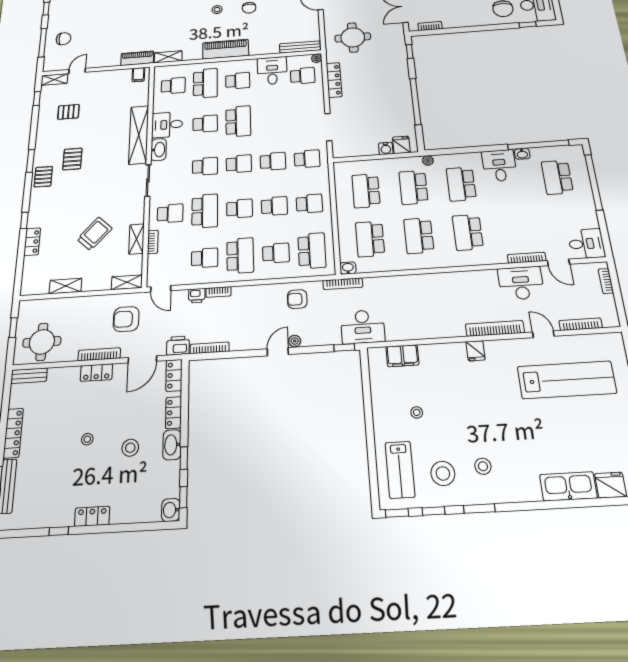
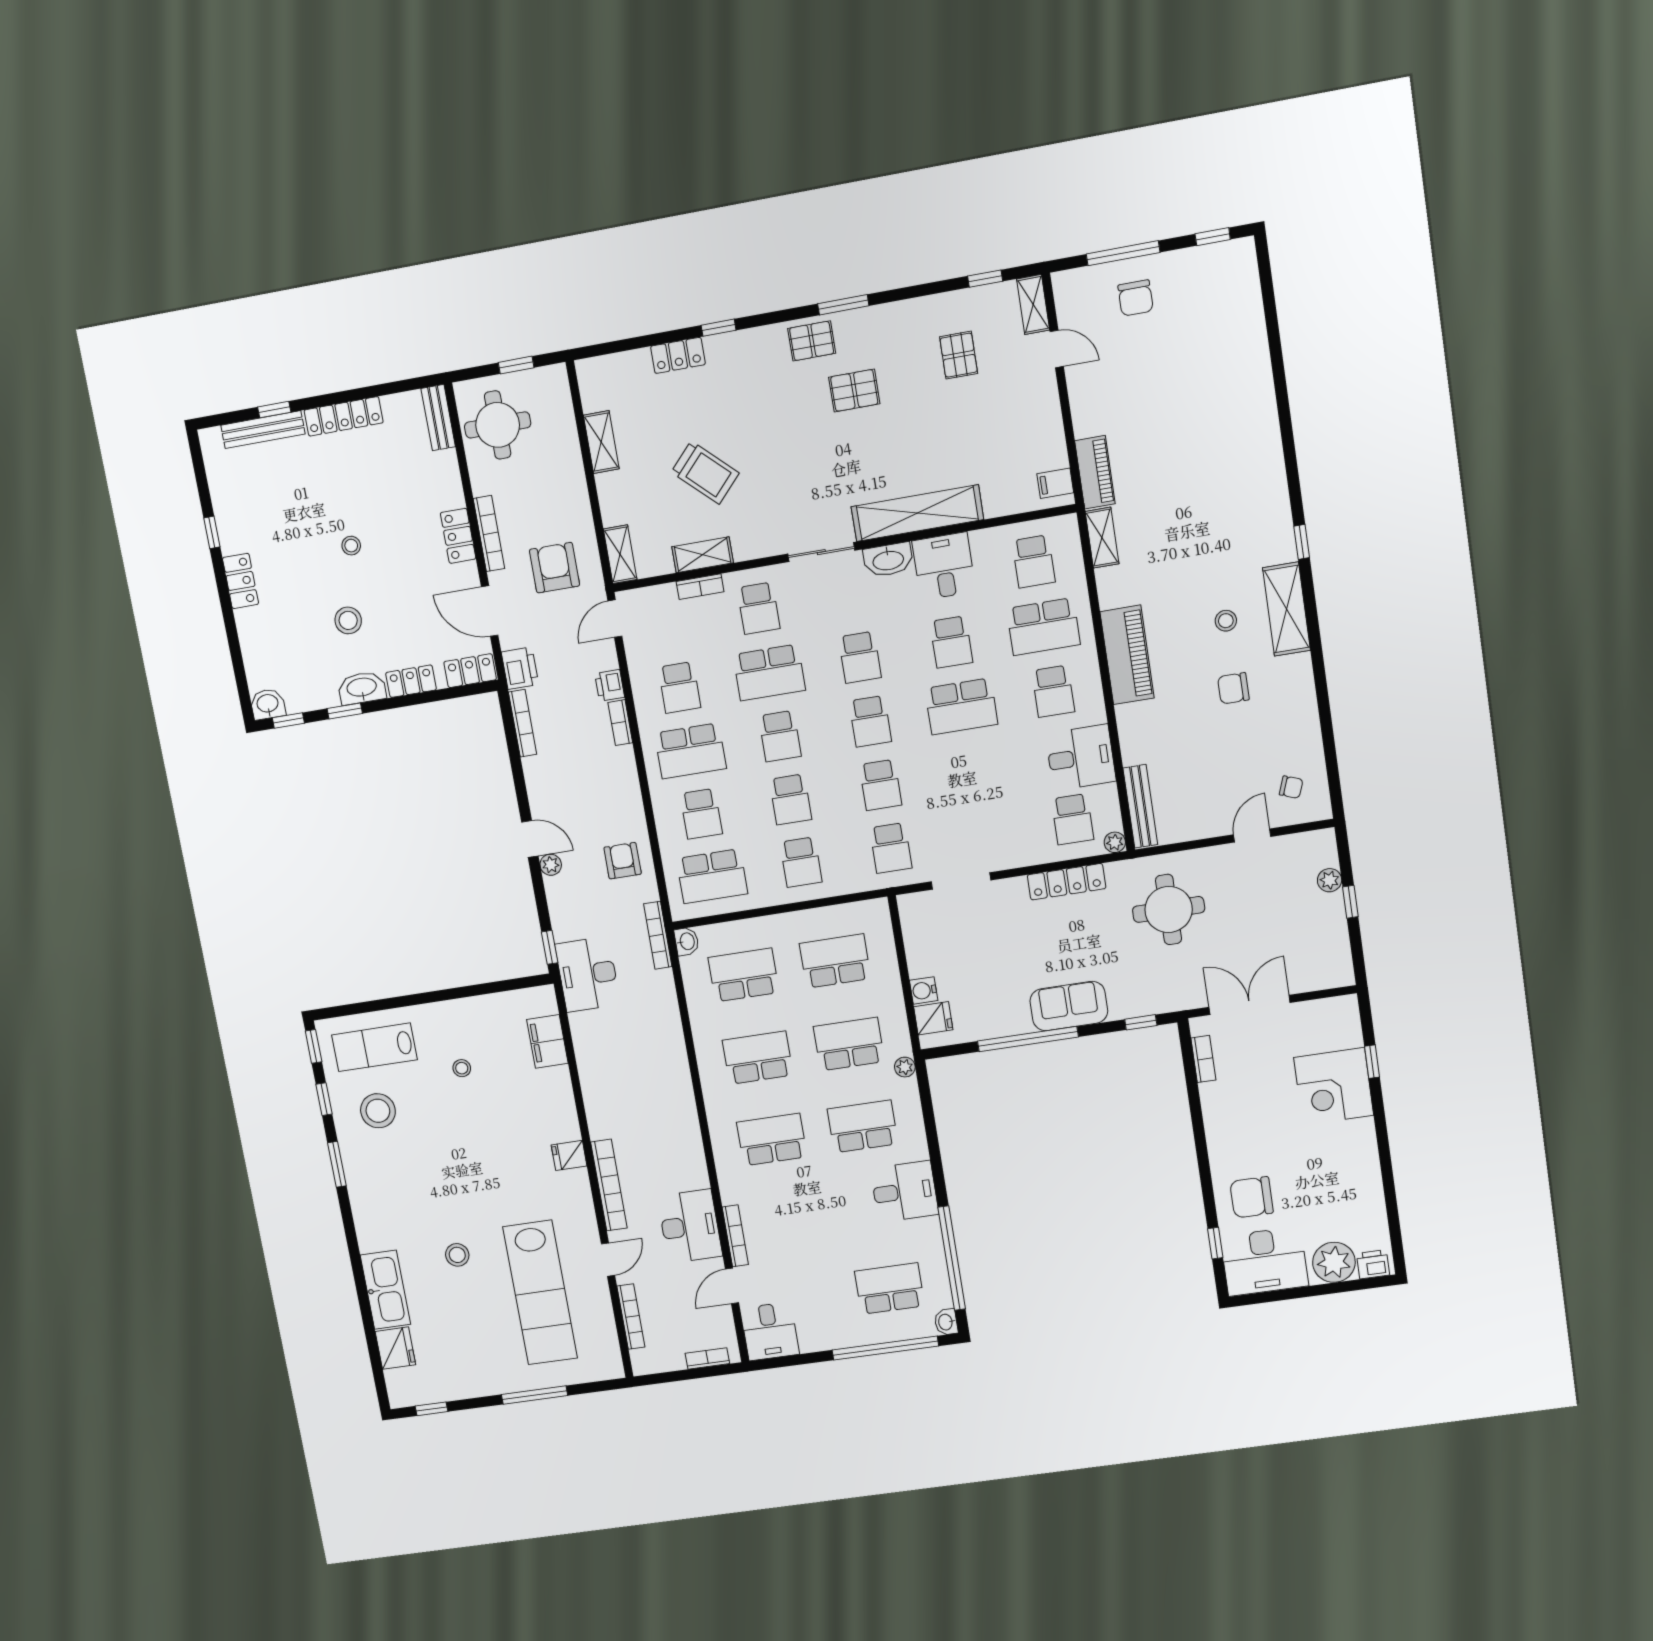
sofa: (399, 82) -> (1069, 1006), added
washbasin: (522, 154) -> (946, 1322), moved
stool: (483, 466) -> (457, 1255), moved

